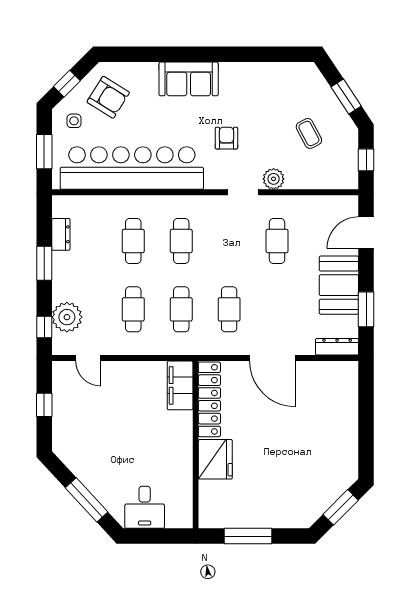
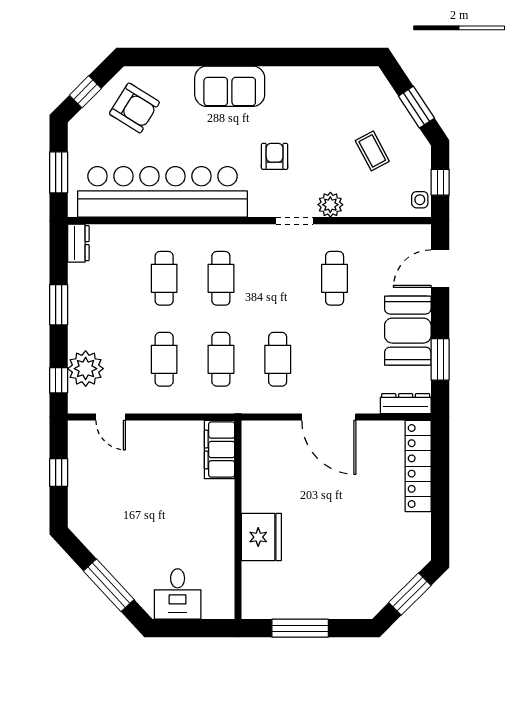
side table: (74, 121) -> (420, 200), moved
dresser: (61, 234) -> (78, 243), moved
locker: (209, 399) -> (418, 466), moved, turned 180

